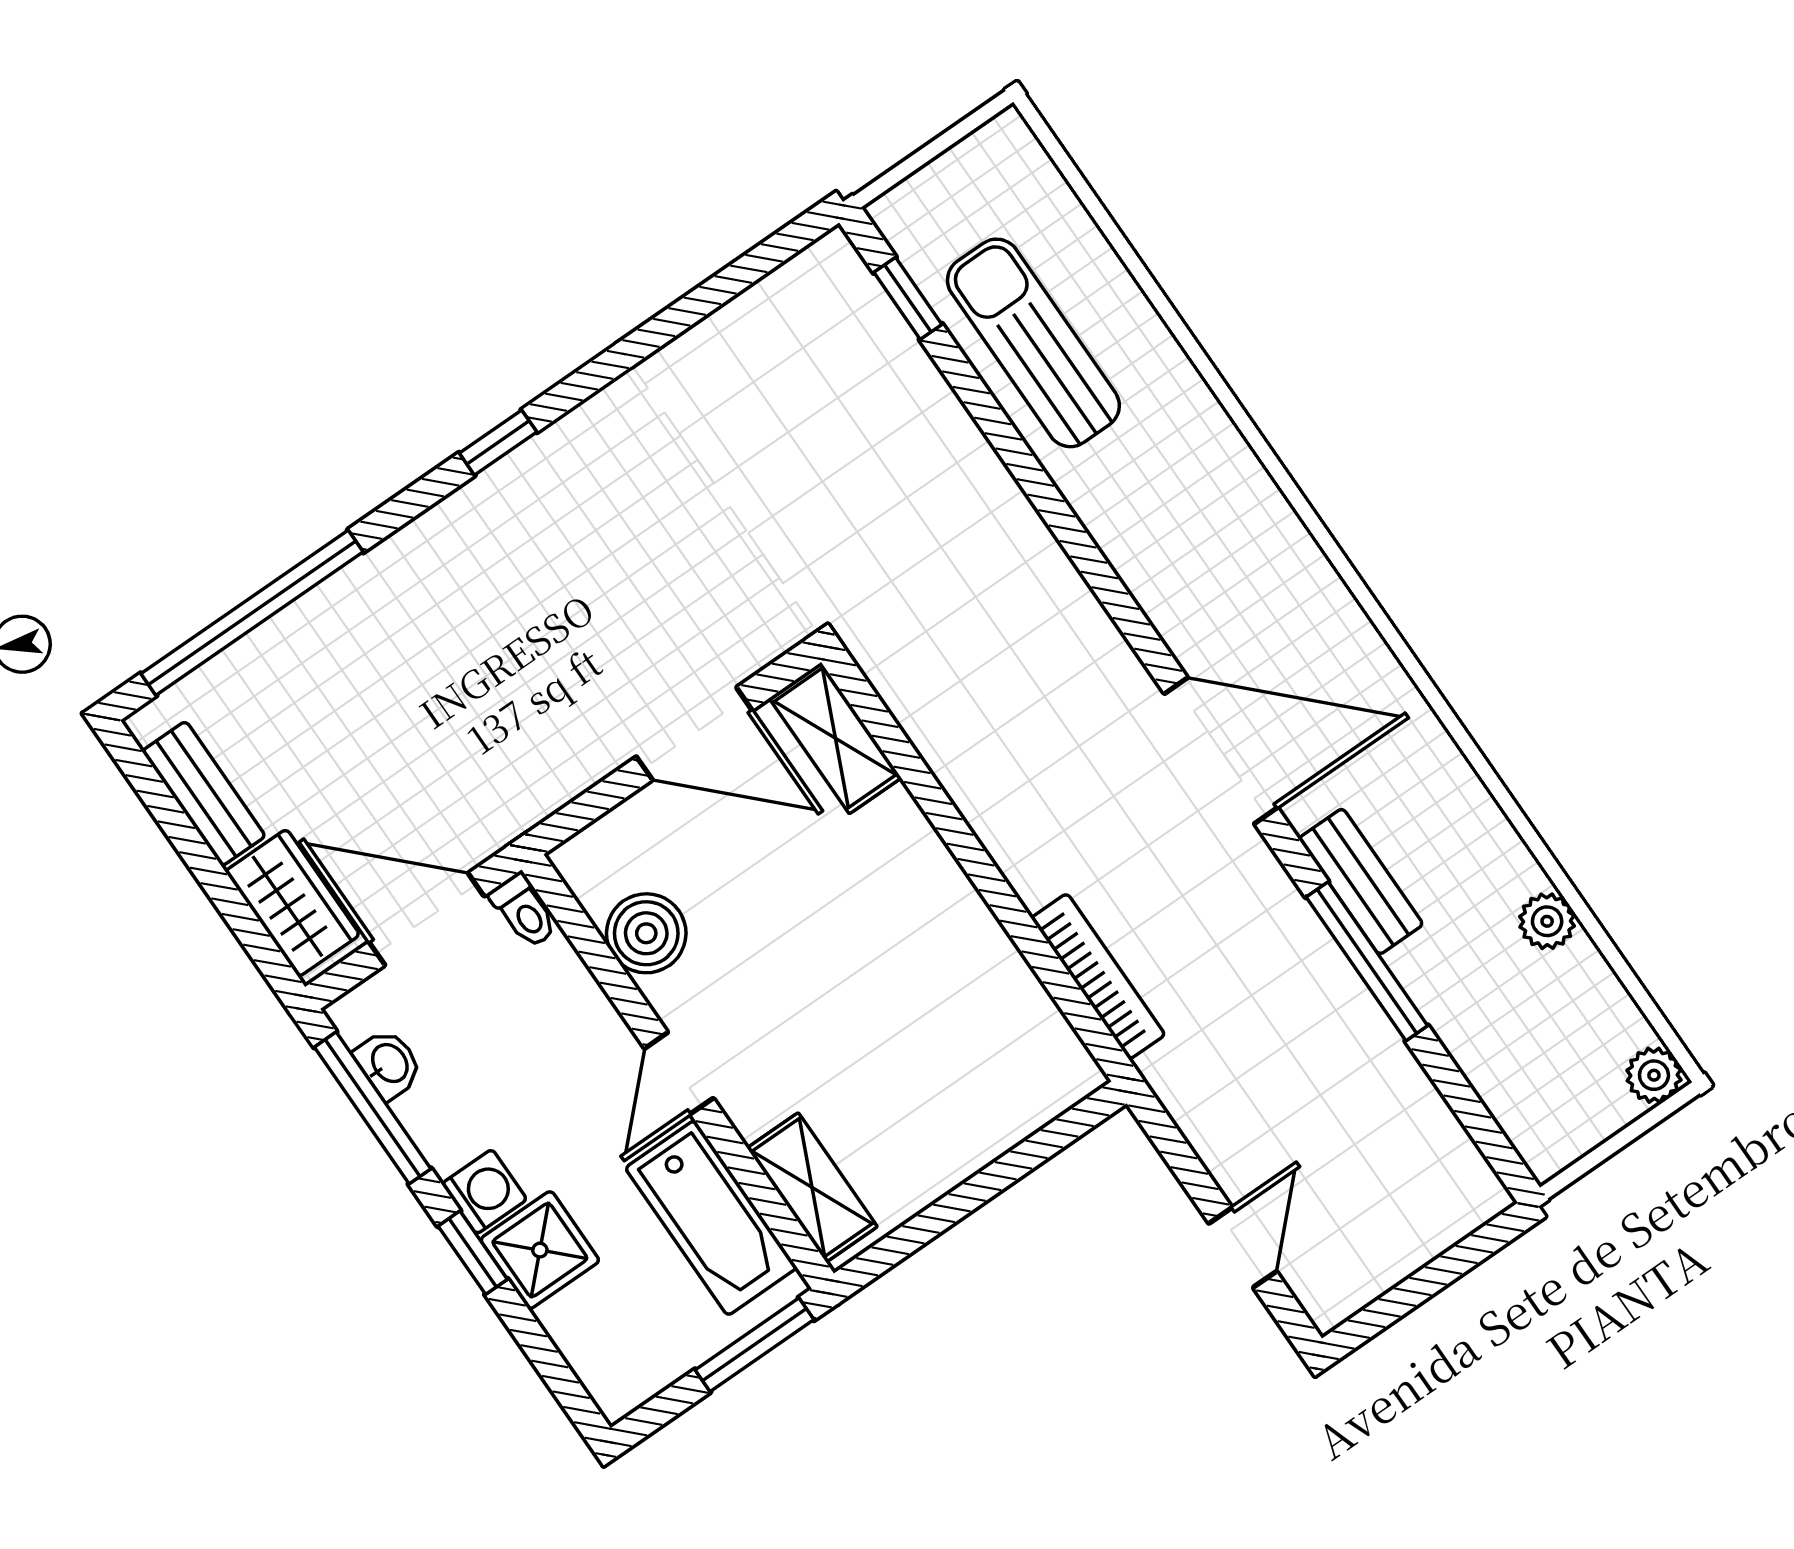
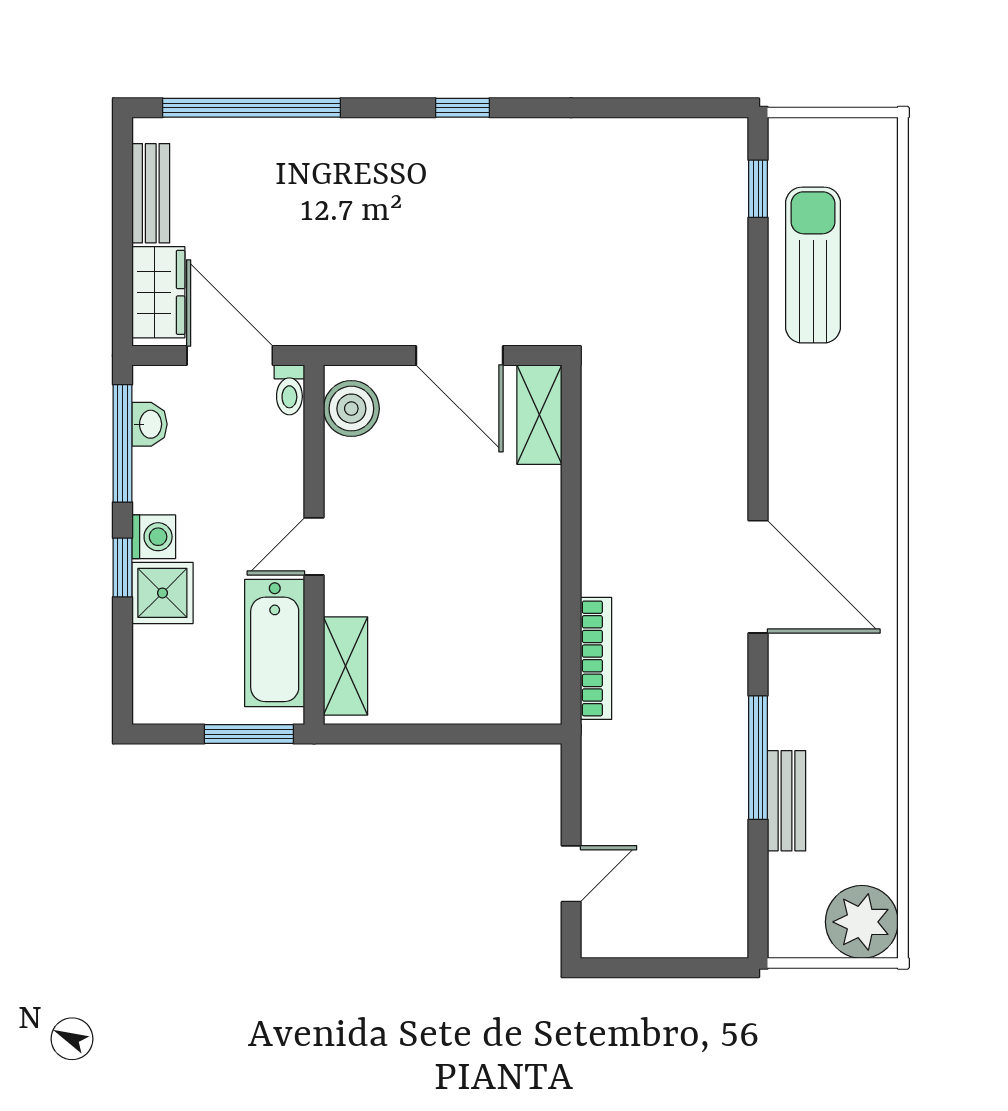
bench: (1361, 881) -> (787, 801), moved
plant: (1547, 921) -> (879, 807), removed
boiler: (646, 933) -> (351, 409), moved
plant: (1654, 1075) -> (862, 922), width x1.88, depth x1.88

